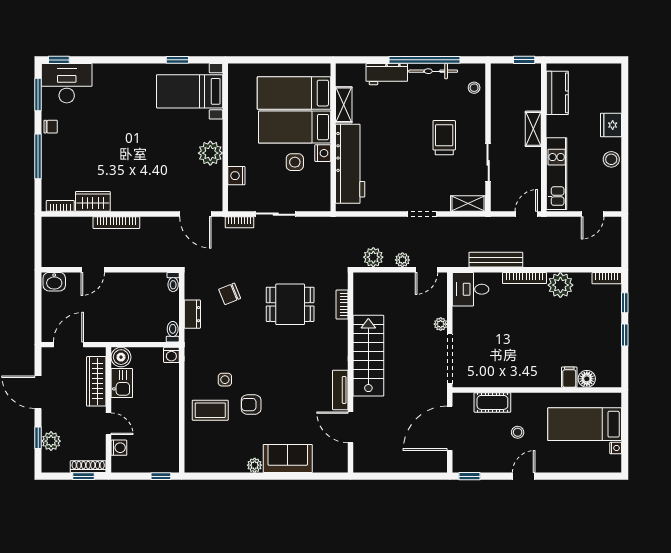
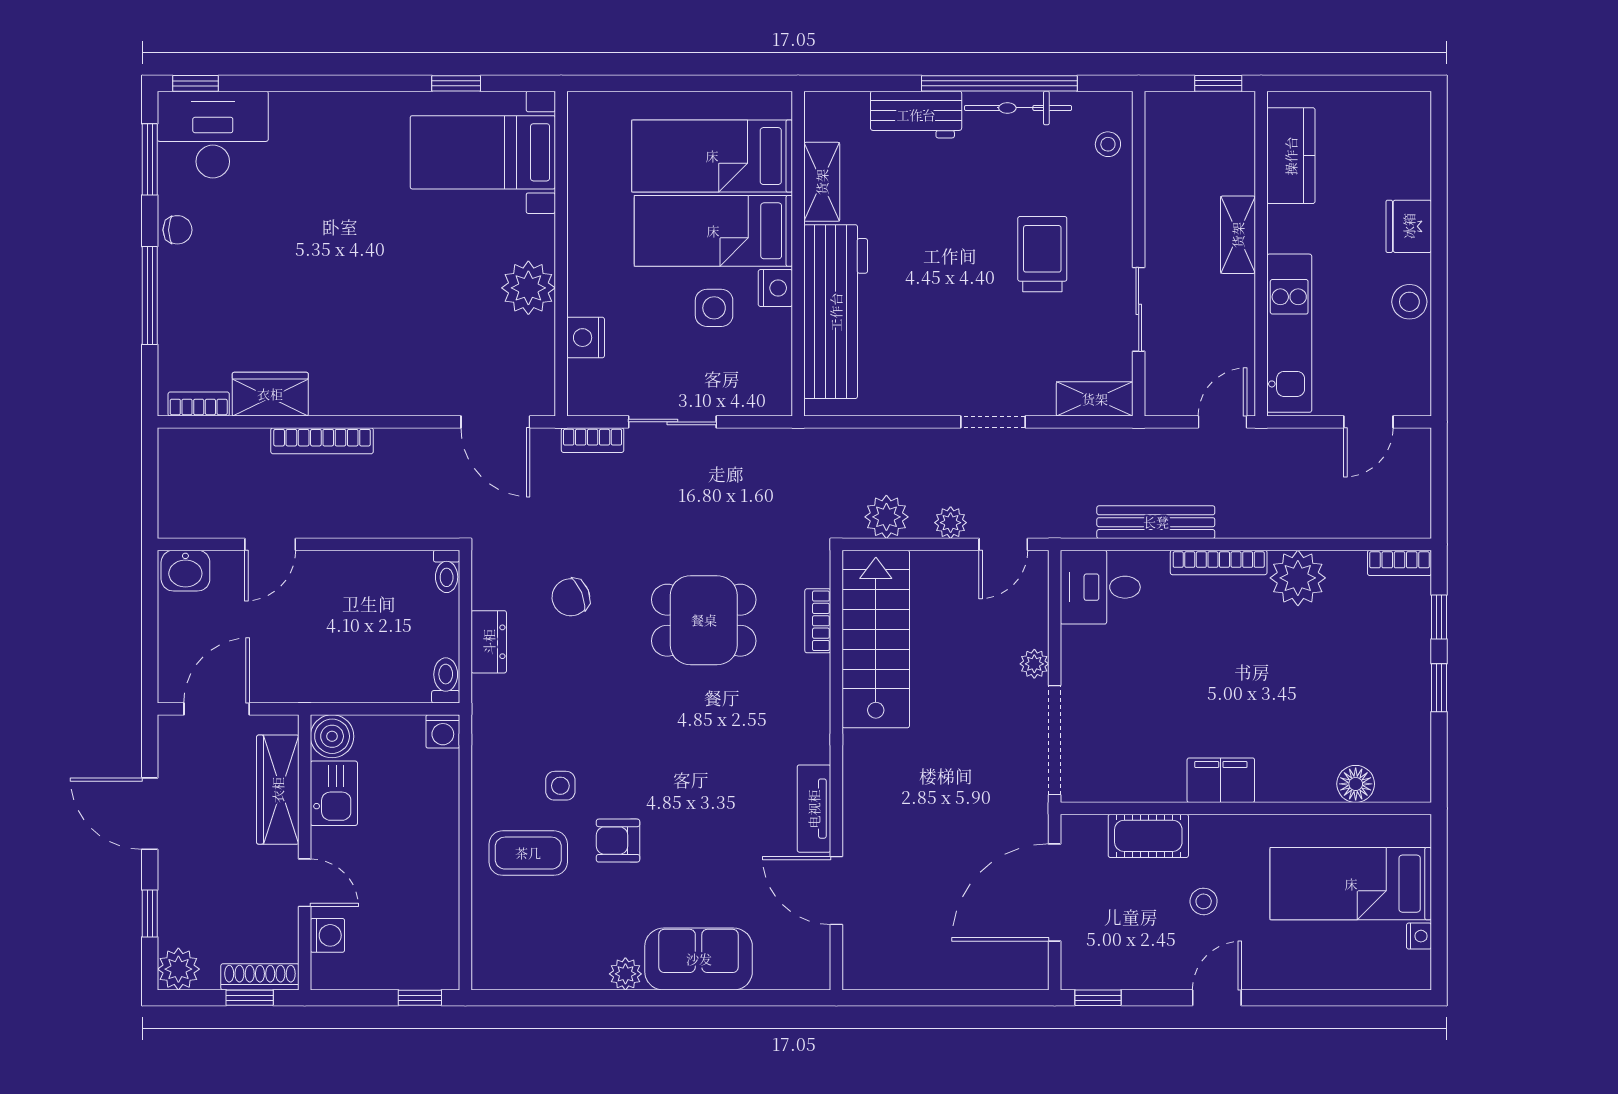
stairs: (368, 356) -> (876, 639), moved
filing cabinet: (569, 377) -> (1221, 780), moved, width x2.00
plant: (51, 441) -> (178, 969), moved

